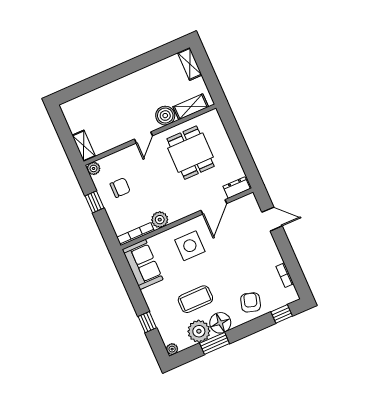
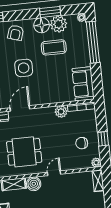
dining table: (191, 153) -> (24, 152), turned 90
side table: (190, 246) -> (24, 68), moved
window: (147, 322) -> (93, 42), width x3.17

